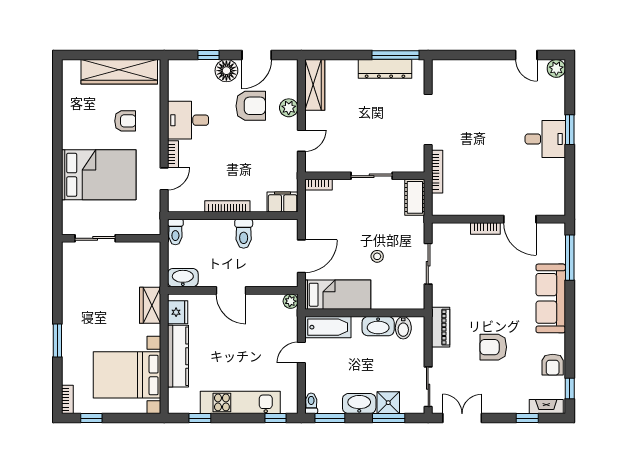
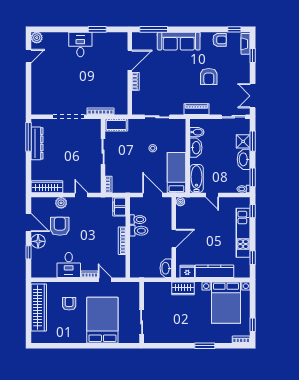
window: (570, 130) -> (97, 29), moved
toilet: (175, 232) -> (138, 220), moved

